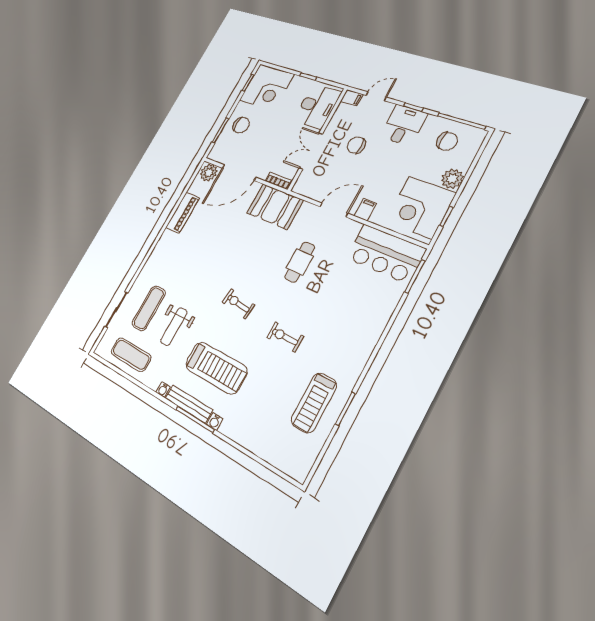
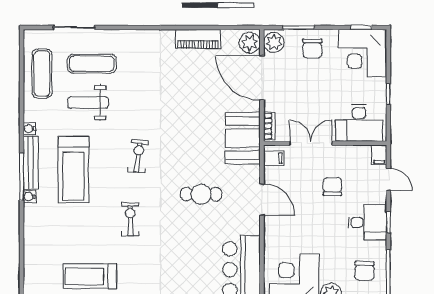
plant: (220, 153) -> (274, 42), added
filing cabinet: (365, 210) -> (274, 158), moved

